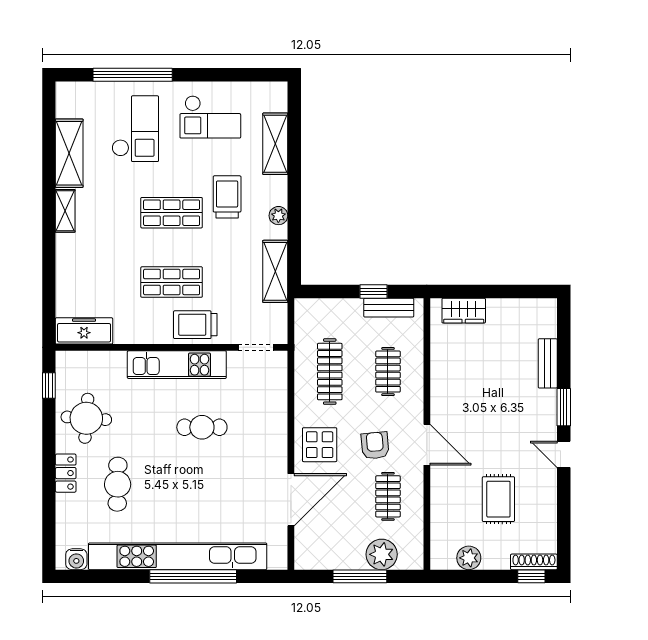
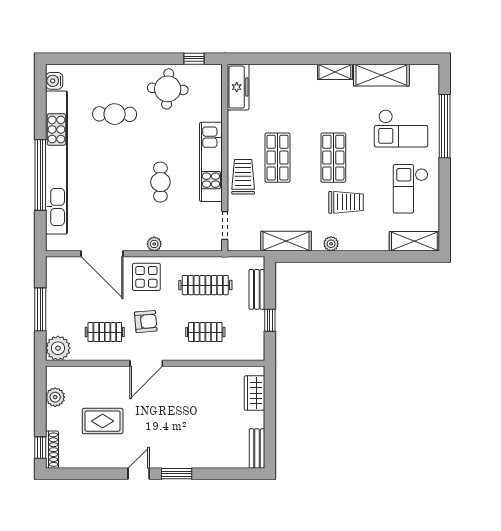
shelving: (275, 144) -> (414, 241), moved
bench: (389, 308) -> (257, 289), moved
bench: (548, 363) -> (257, 448), moved, turned 90
plant: (279, 435) -> (154, 244), added
locker: (66, 473) -> (124, 72), removed
plant: (382, 554) -> (58, 348), moved

